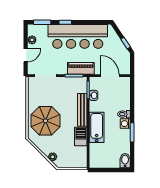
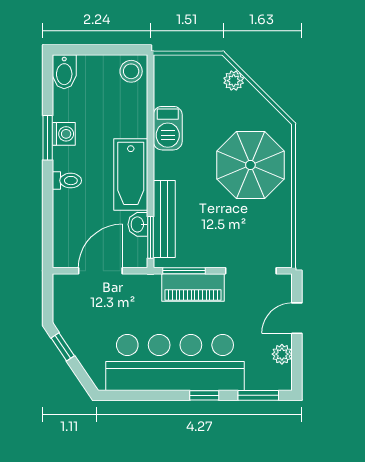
piano: (81, 68) -> (193, 288), moved
door: (110, 76) -> (100, 271), swing flipped
bench: (82, 110) -> (164, 219), moved
washing machine: (125, 124) -> (64, 134), moved
bathtub: (97, 127) -> (131, 175), moved
stool: (96, 161) -> (131, 71), added

